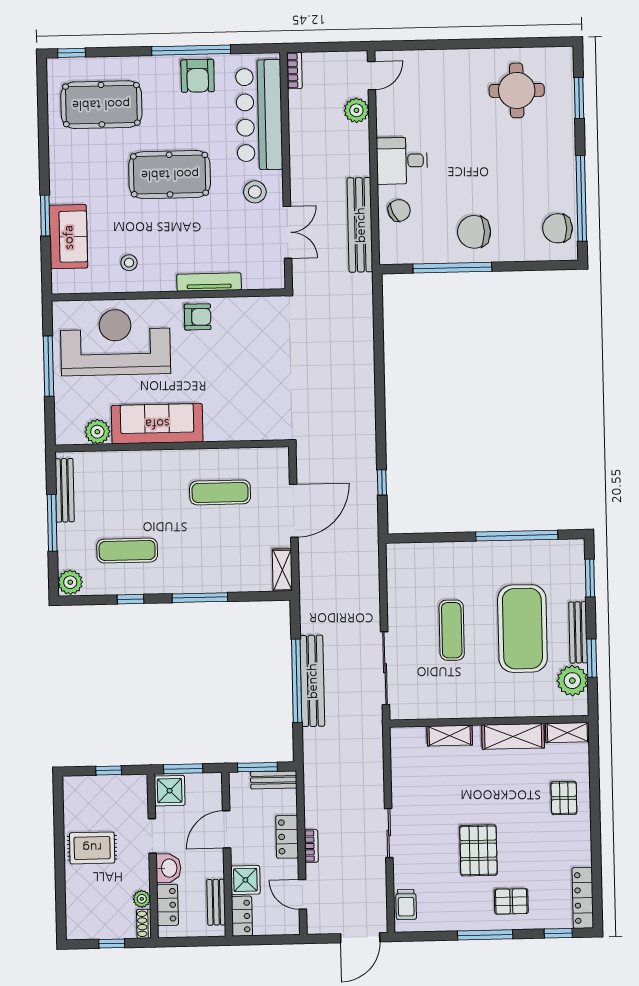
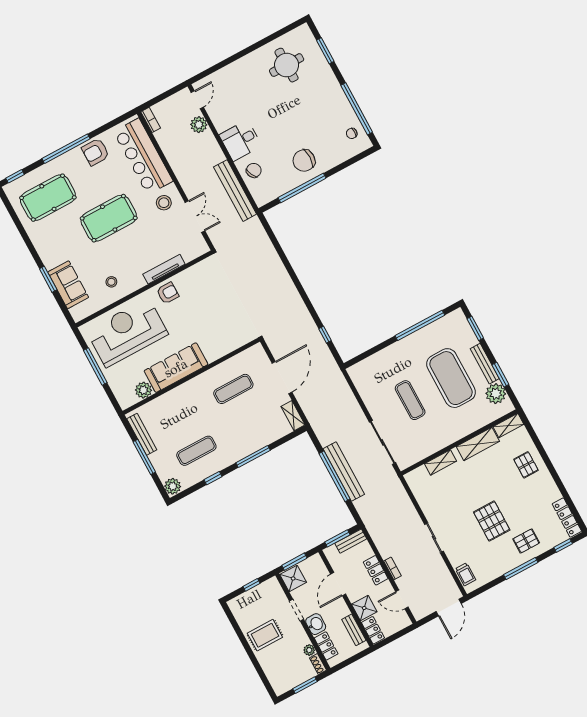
window: (191, 50) -> (66, 149), moved
armchair: (198, 76) -> (96, 152), turned 90
chair: (558, 228) -> (352, 133), width x0.54, depth x0.54
window: (112, 943) -> (305, 685), width x1.50

